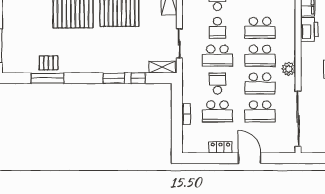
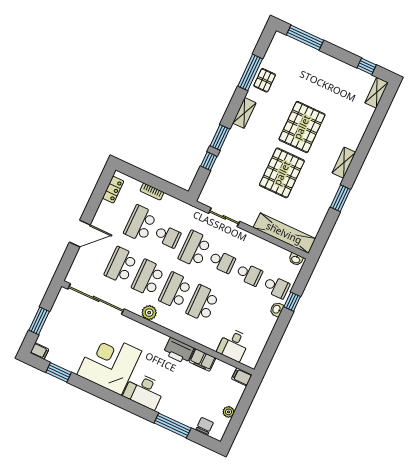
school desk: (217, 28) -> (222, 262), turned 180
shelving: (162, 67) -> (244, 113), moved
locker: (220, 147) -> (113, 190), moved

